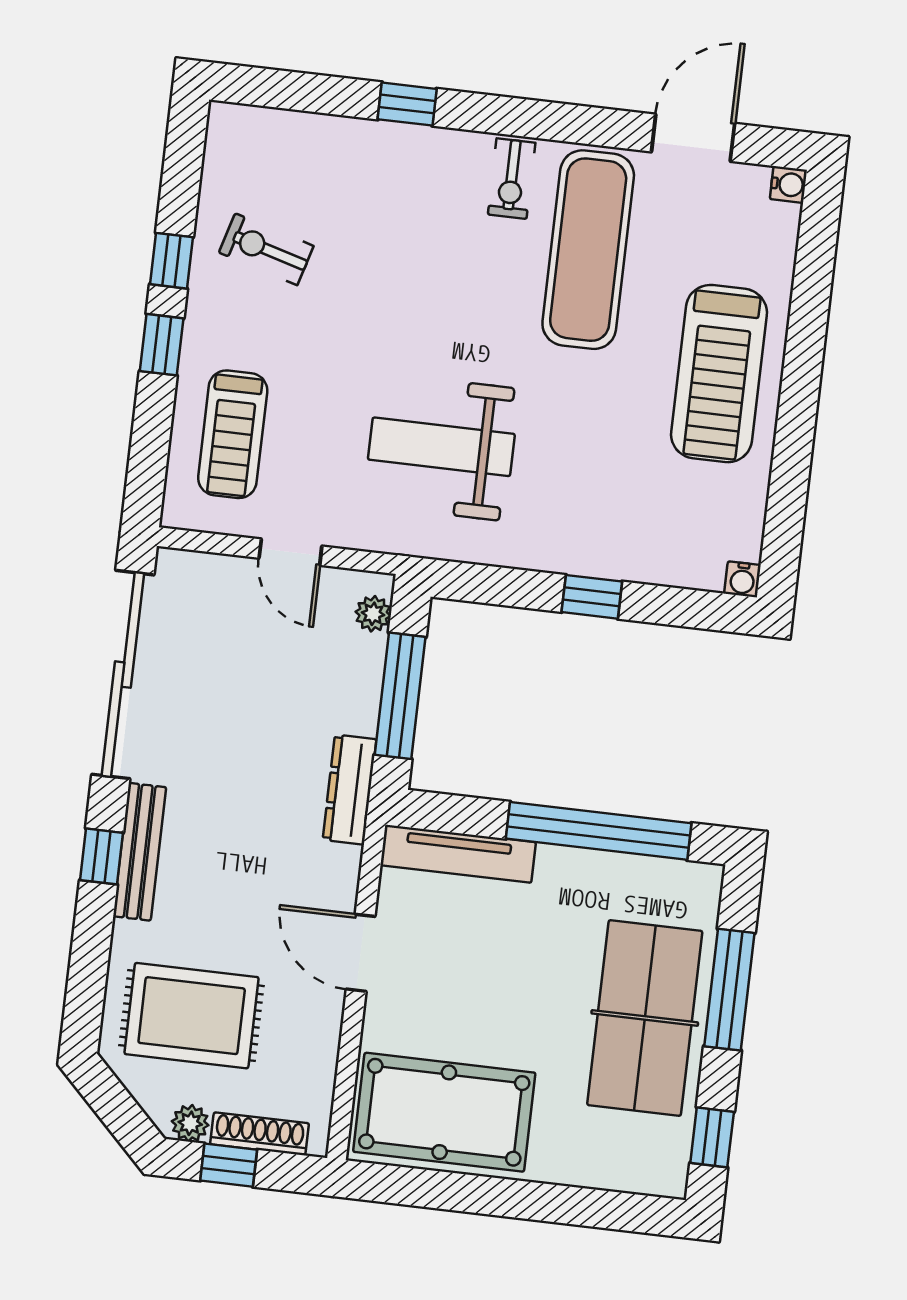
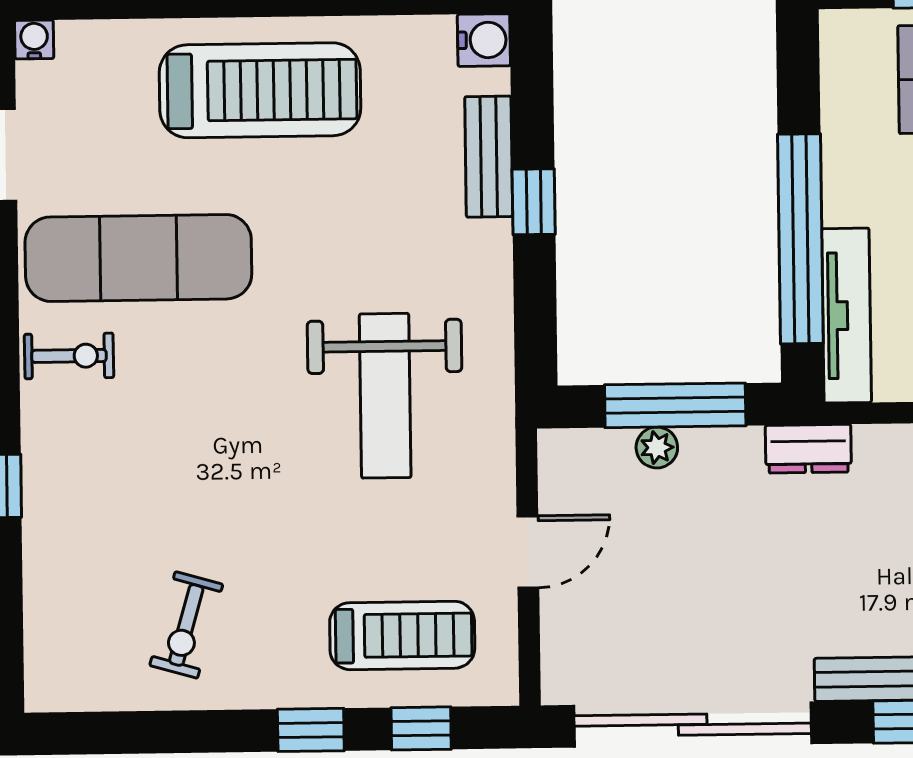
window: (171, 261) -> (421, 728), moved
bench: (636, 563) -> (489, 157), added
water cooler: (742, 579) -> (484, 40), width x1.38, depth x1.38
plant: (373, 614) -> (657, 447), moved
dresser: (350, 790) -> (808, 449), width x0.70
window: (599, 831) -> (800, 239), moved

